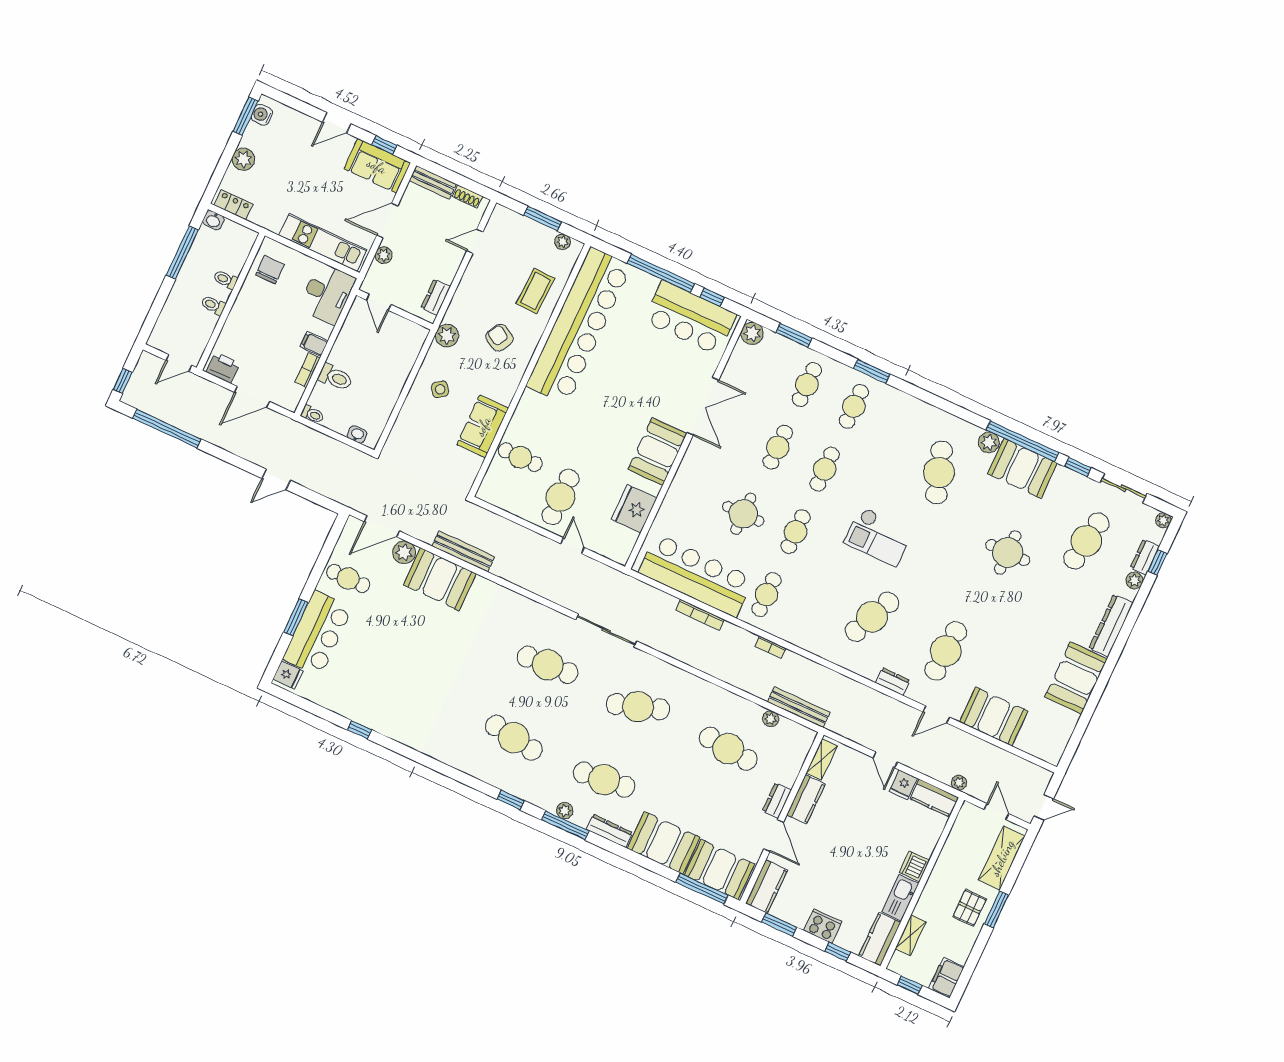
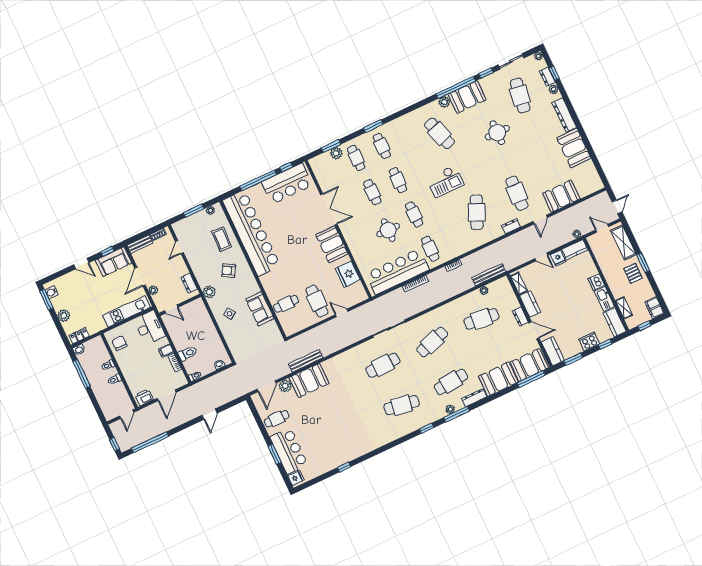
door: (337, 123) -> (81, 264), hinge flipped
plant: (752, 333) -> (336, 153), moved

